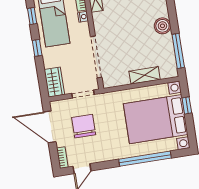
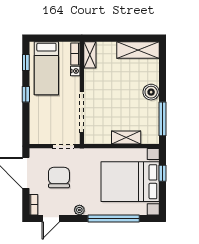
wardrobe: (54, 82) -> (37, 130), removed
plant: (109, 155) -> (79, 210), added

